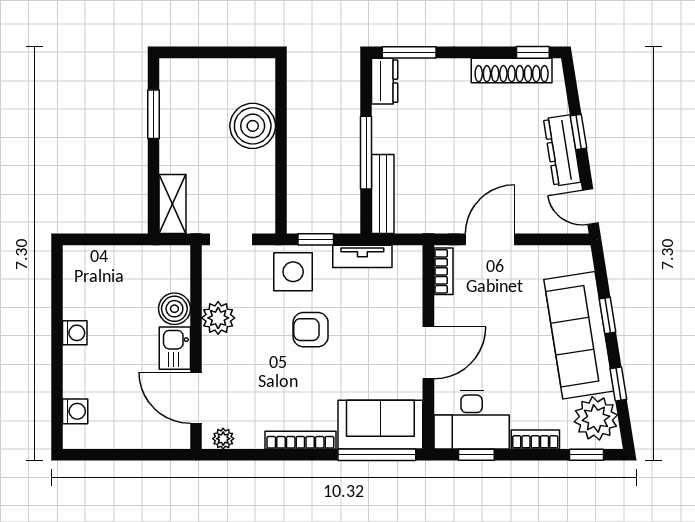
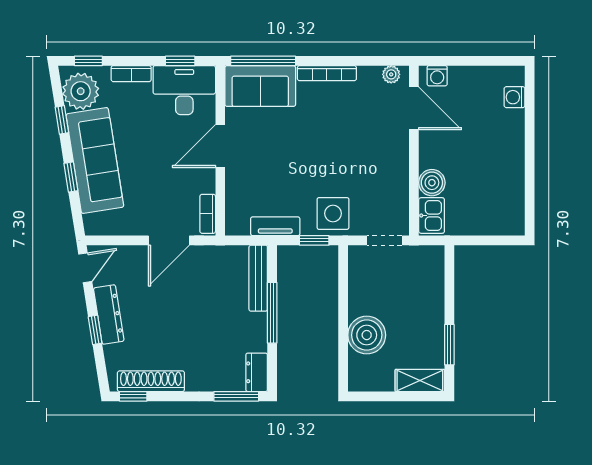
shelving: (172, 204) -> (420, 380), moved, turned 90
door: (590, 207) -> (85, 268), hinge flipped
plant: (218, 318) -> (395, 175), removed
armchair: (311, 330) -> (318, 165), removed
washing machine: (75, 333) -> (437, 76), moved, turned -90
kitchen sink: (175, 348) -> (432, 216), moved

